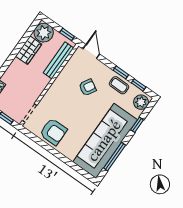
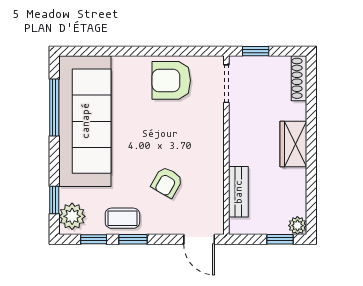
plant: (44, 33) -> (297, 226), width x0.53, depth x0.53
window: (67, 34) -> (280, 239), moved
wardrobe: (29, 50) -> (293, 144), moved
bench: (58, 60) -> (238, 192), width x0.73
window: (137, 125) -> (54, 200), moved

